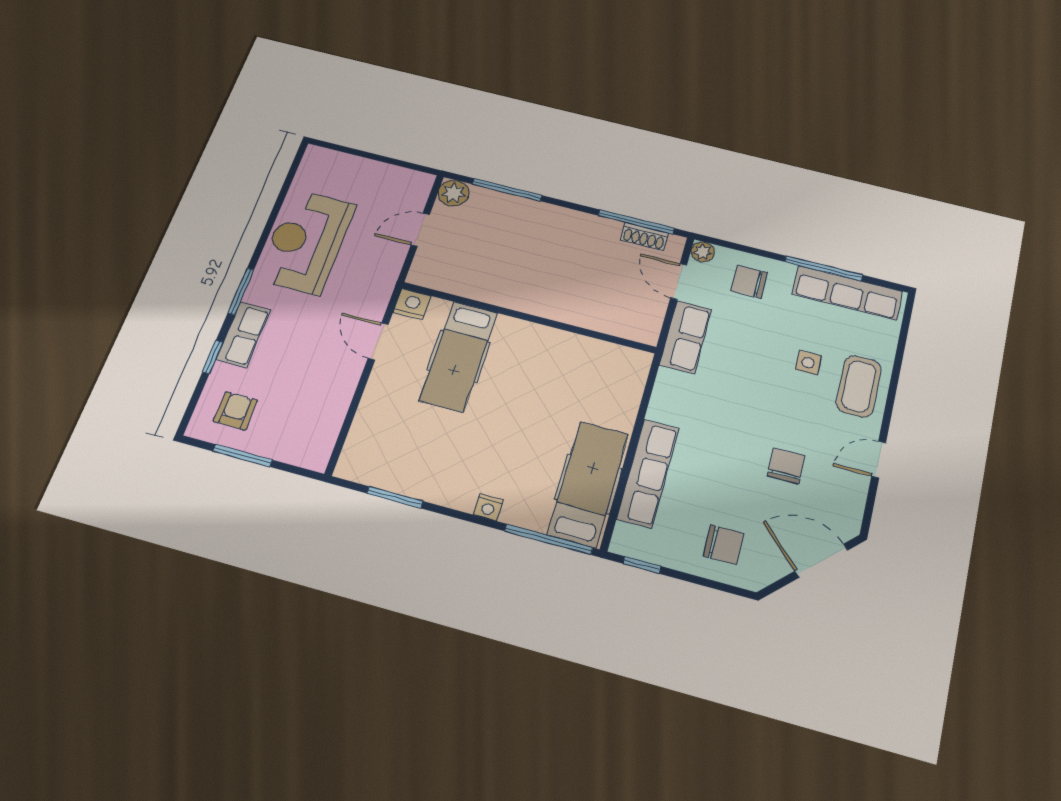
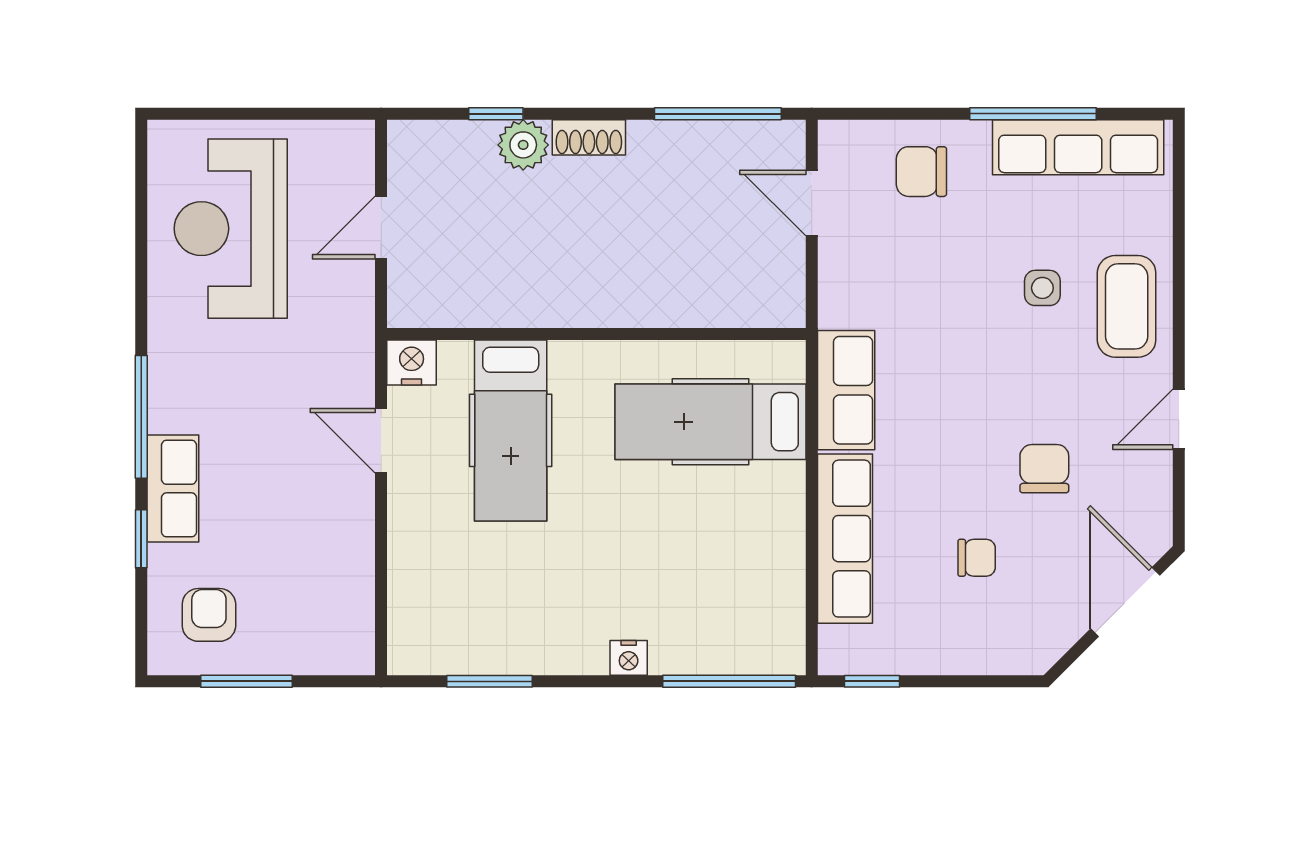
window: (507, 190) -> (496, 114), width x0.46
plant: (454, 193) -> (523, 145), moved
shoe rack: (644, 237) -> (589, 137), moved
reception desk: (306, 241) -> (231, 229), moved
plant: (703, 252) -> (836, 139), removed
window: (241, 291) -> (141, 417), width x1.44
row of seats: (686, 337) -> (846, 390), moved
hospital bed: (588, 484) -> (710, 422), moved, turned -90
chair: (724, 545) -> (977, 558), moved, width x0.73, depth x0.73
door: (821, 561) -> (1125, 602), hinge flipped

